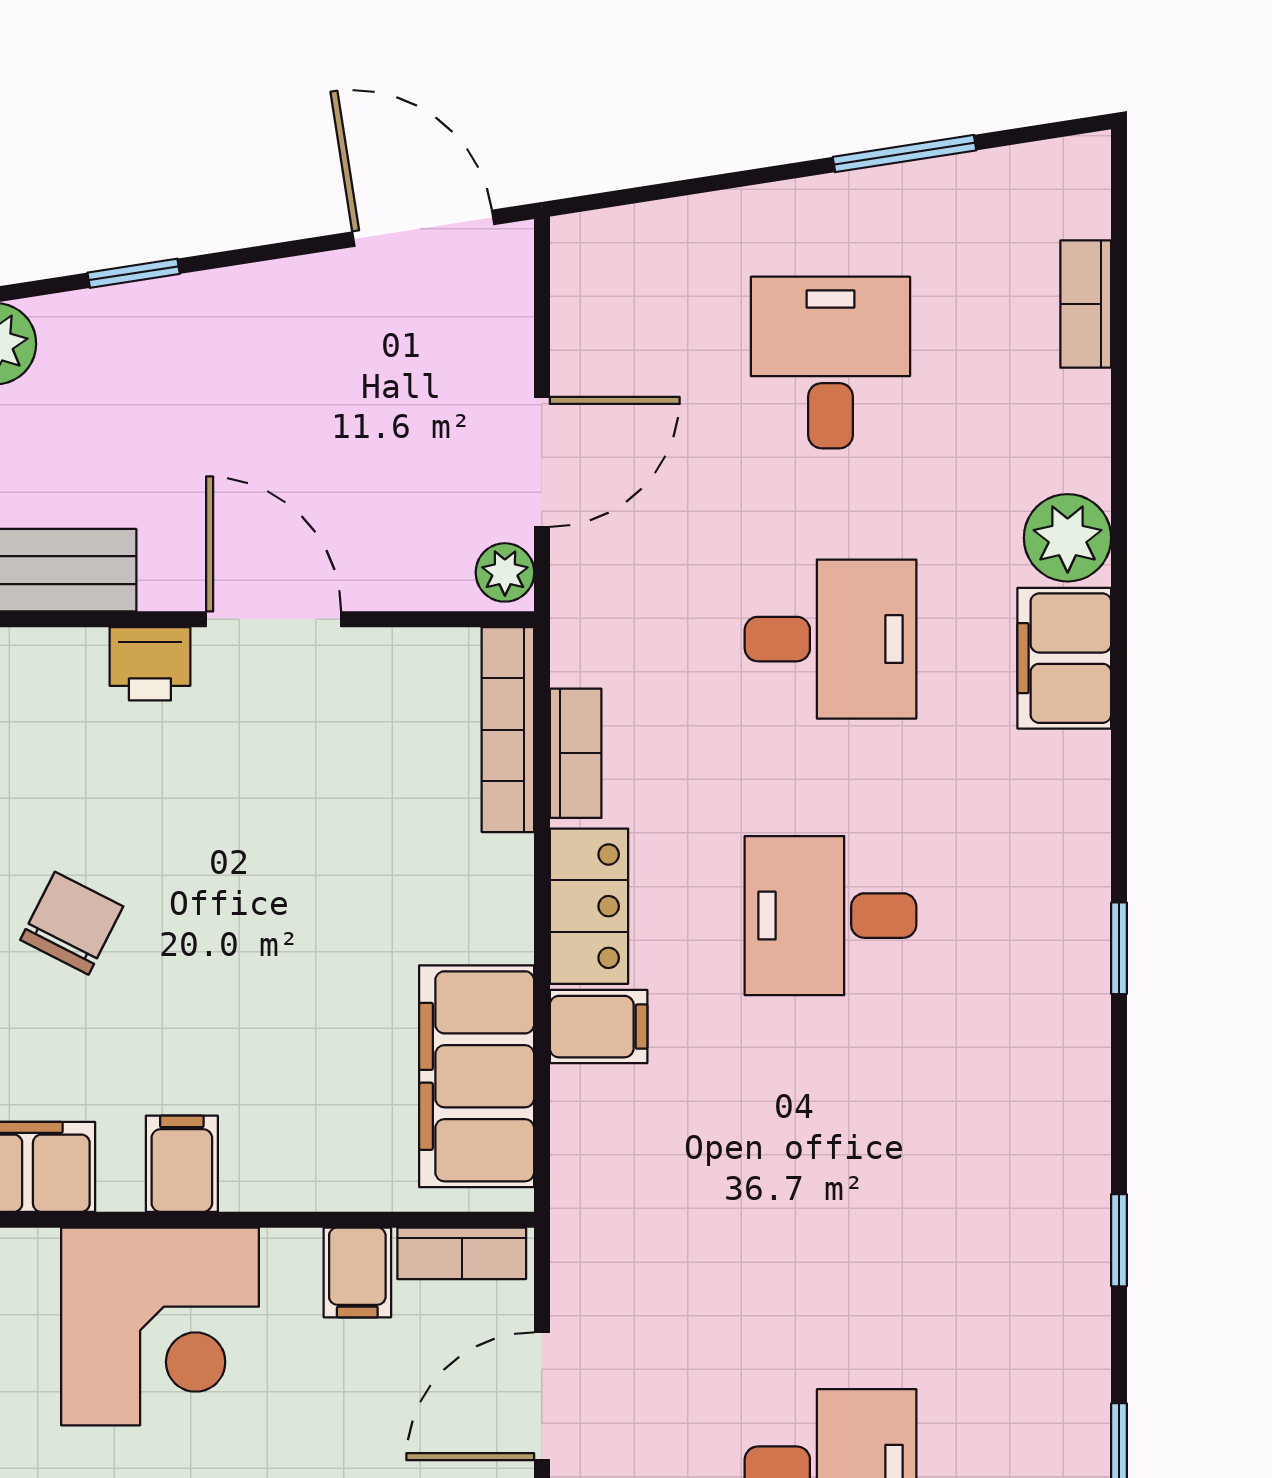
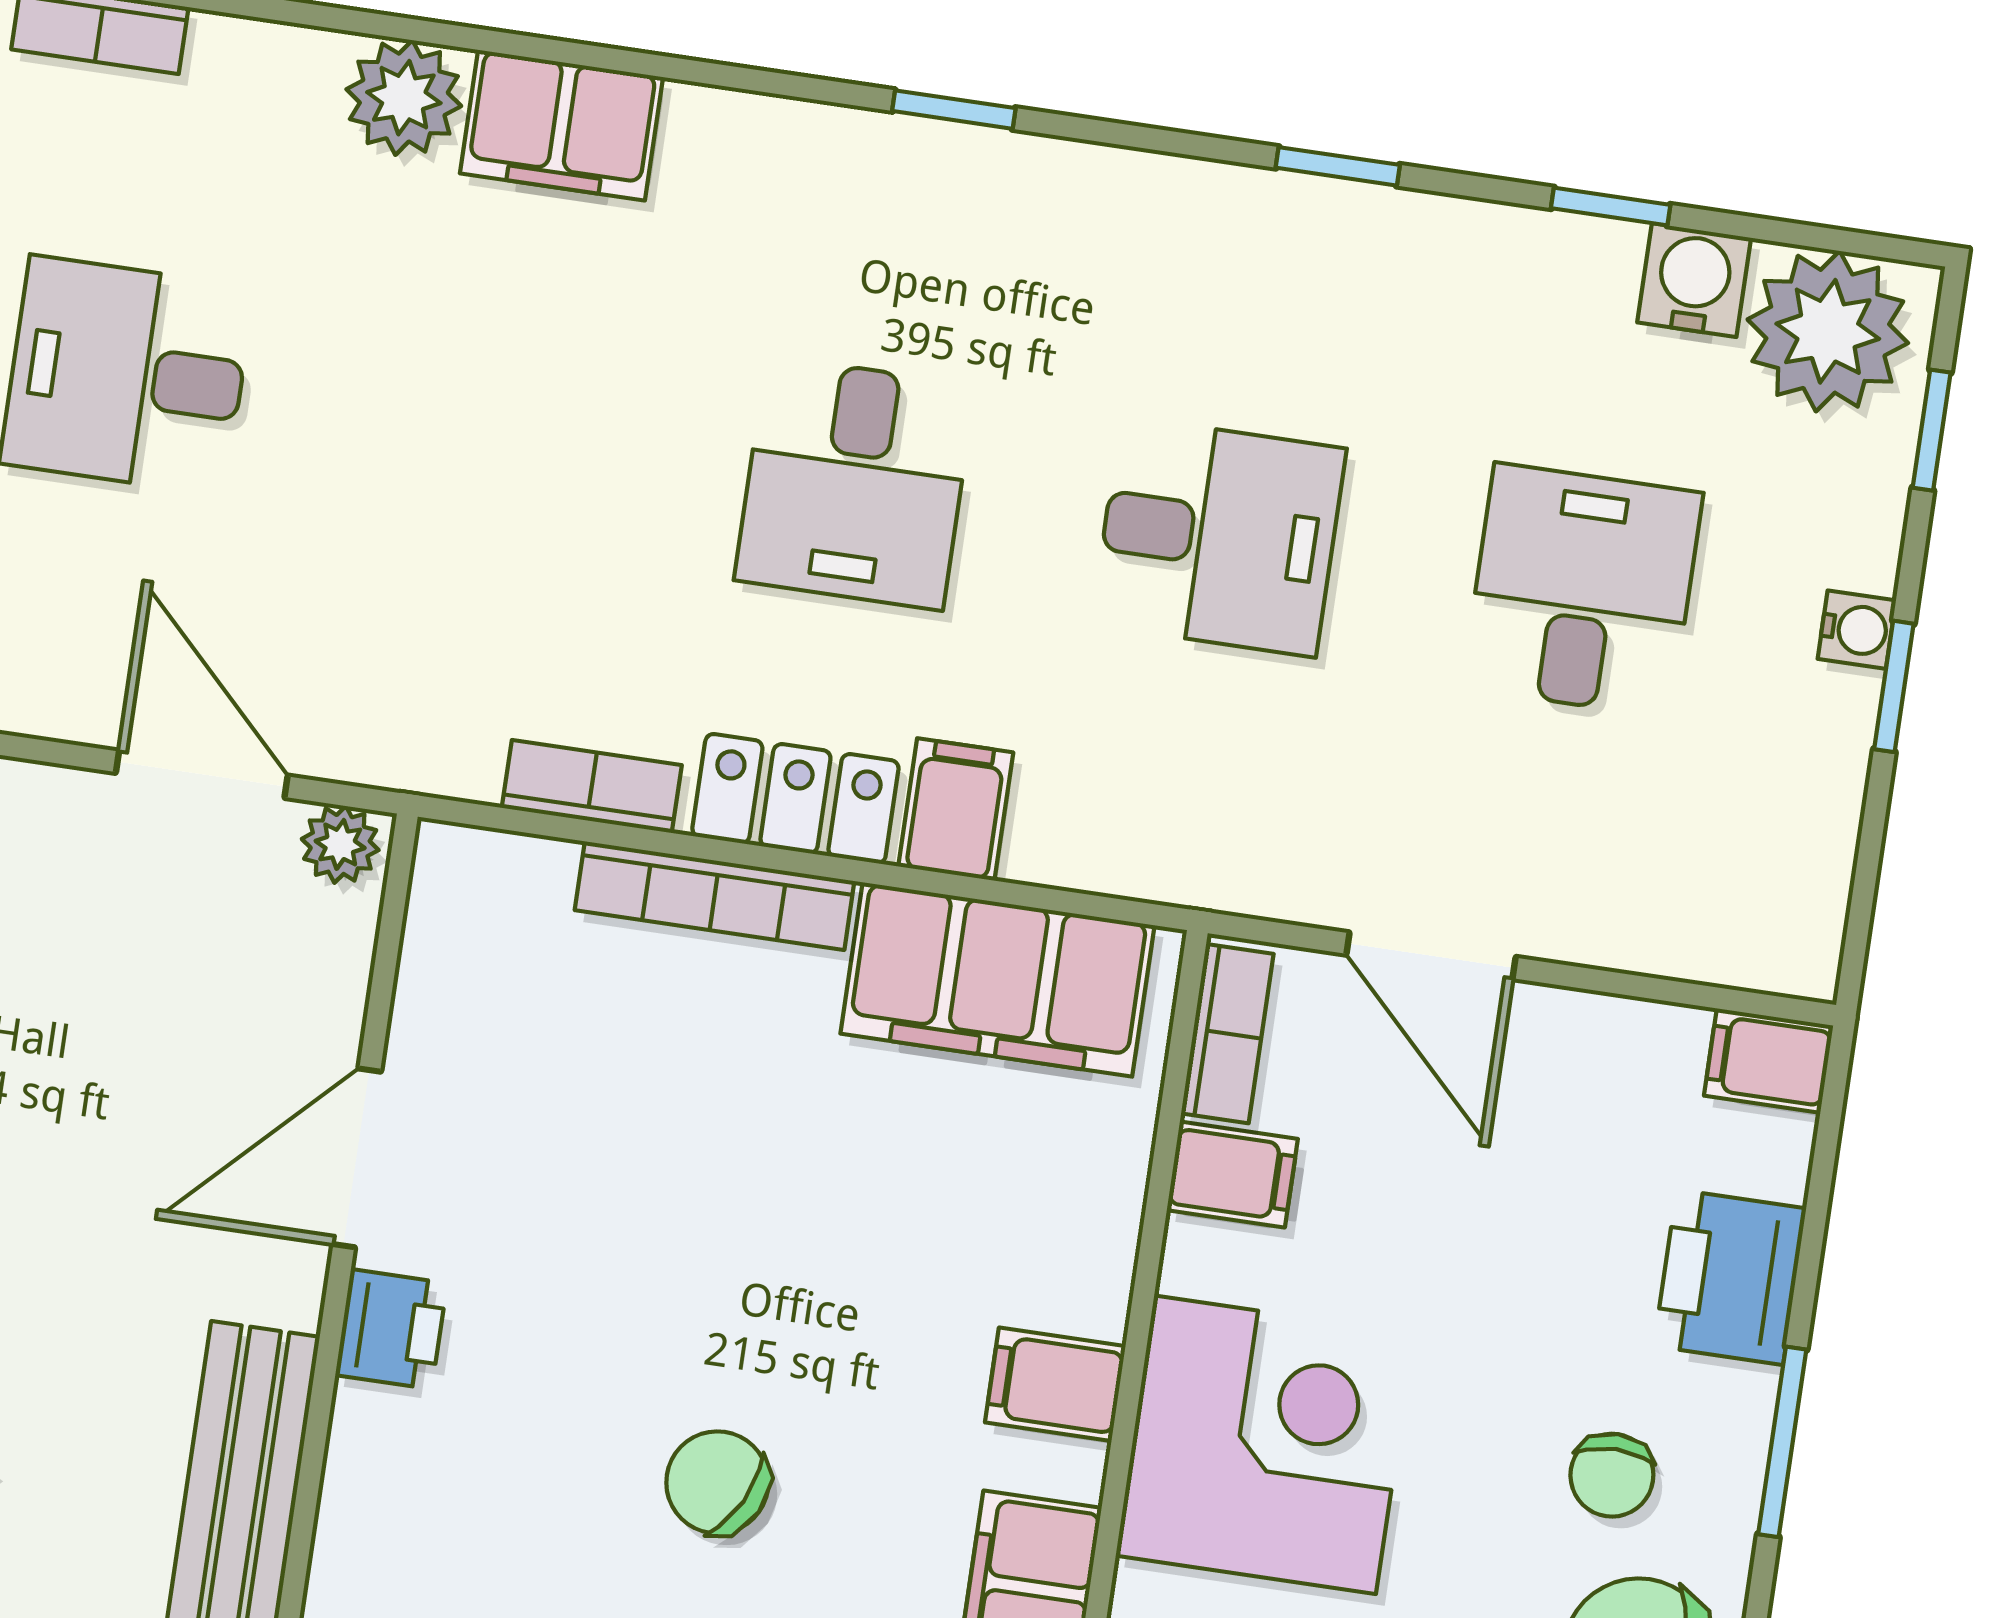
desk: (831, 639) -> (1219, 537), moved, turned 90
bookcase: (508, 730) -> (715, 896), moved

